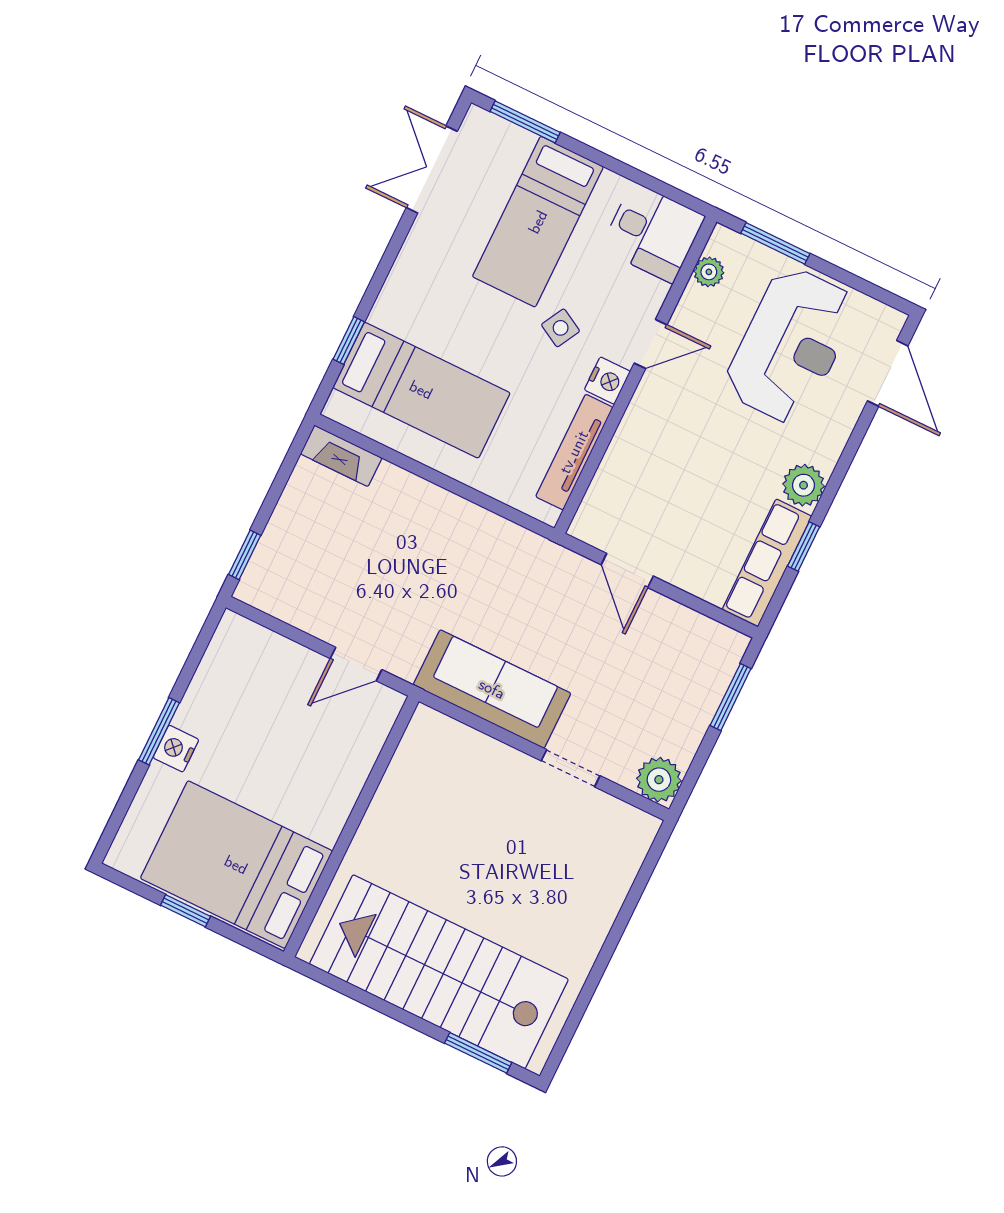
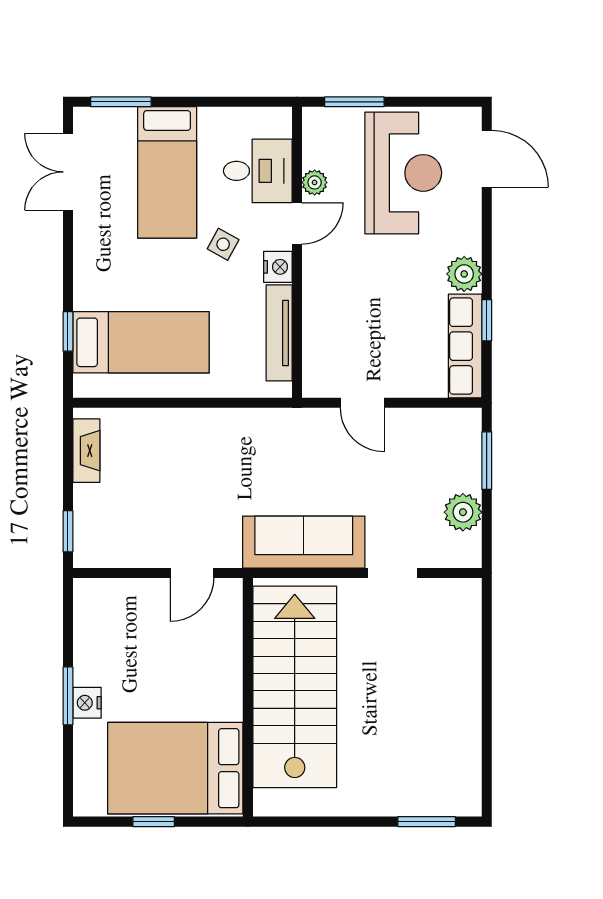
desk: (653, 233) -> (258, 171), moved
plant: (709, 272) -> (315, 182), moved
fireplace: (341, 456) -> (86, 451), moved, turned -90
plant: (659, 780) -> (463, 512), moved
stairs: (439, 972) -> (295, 687), moved, turned 90

